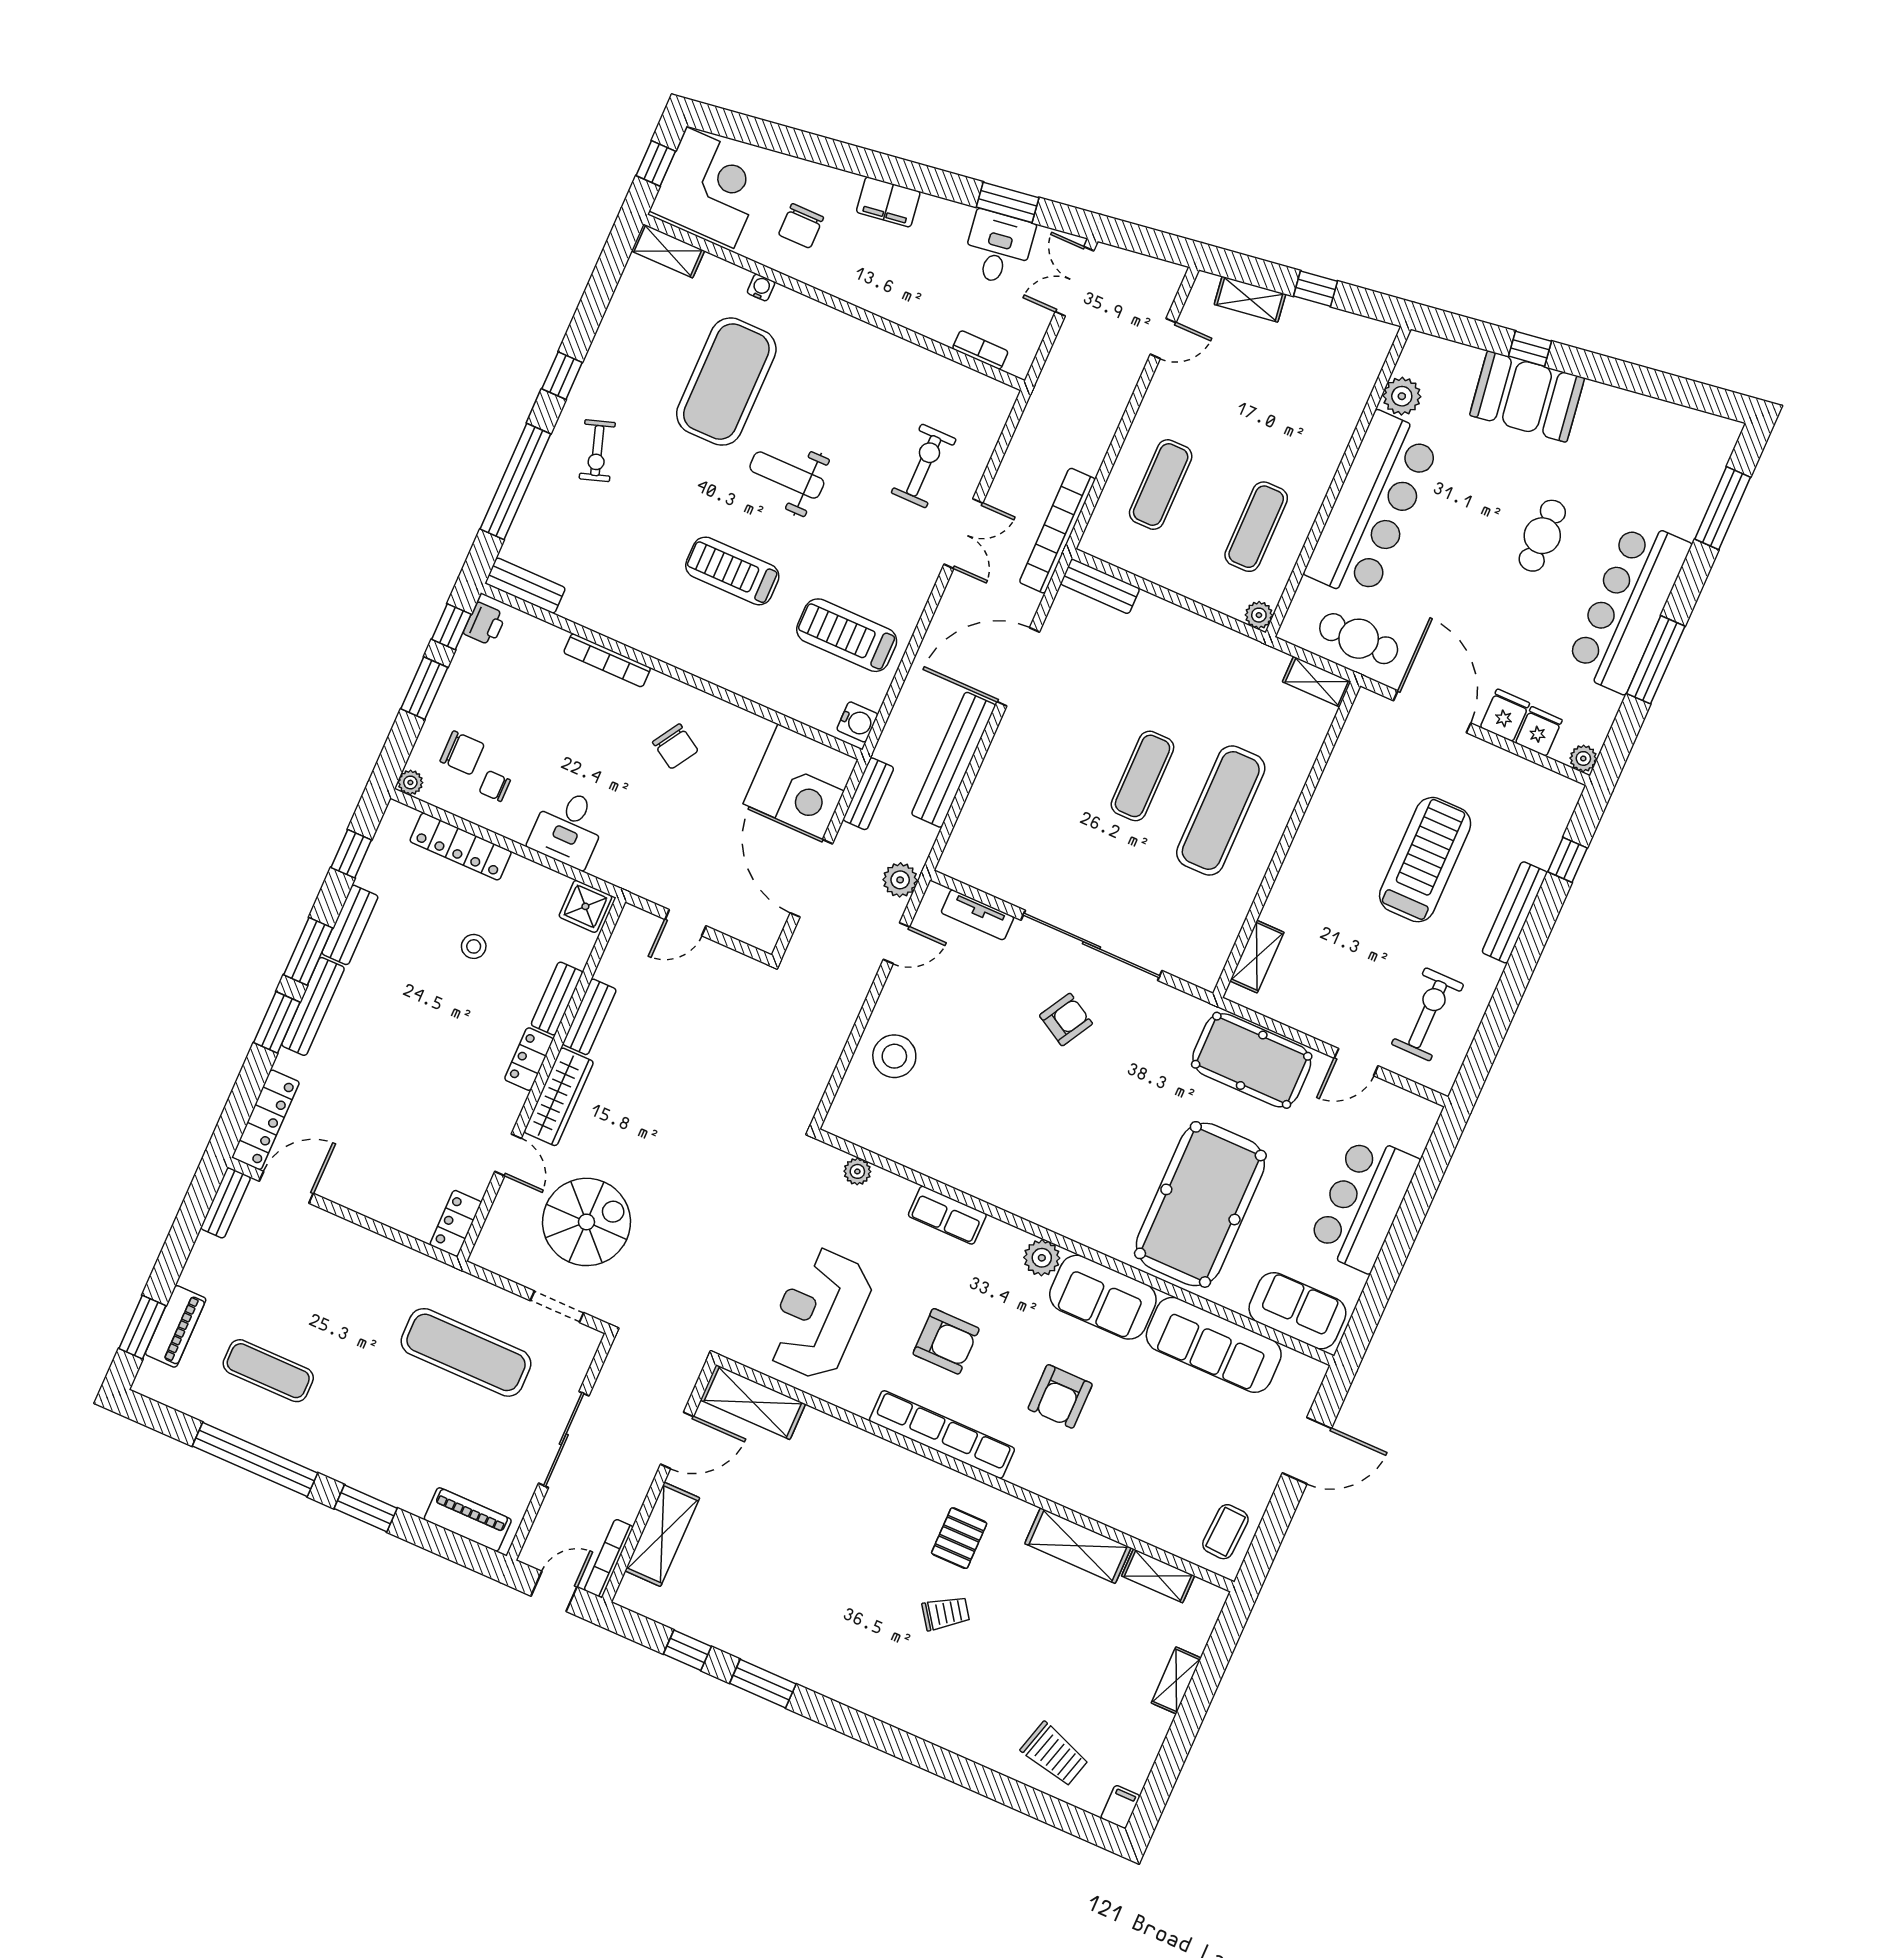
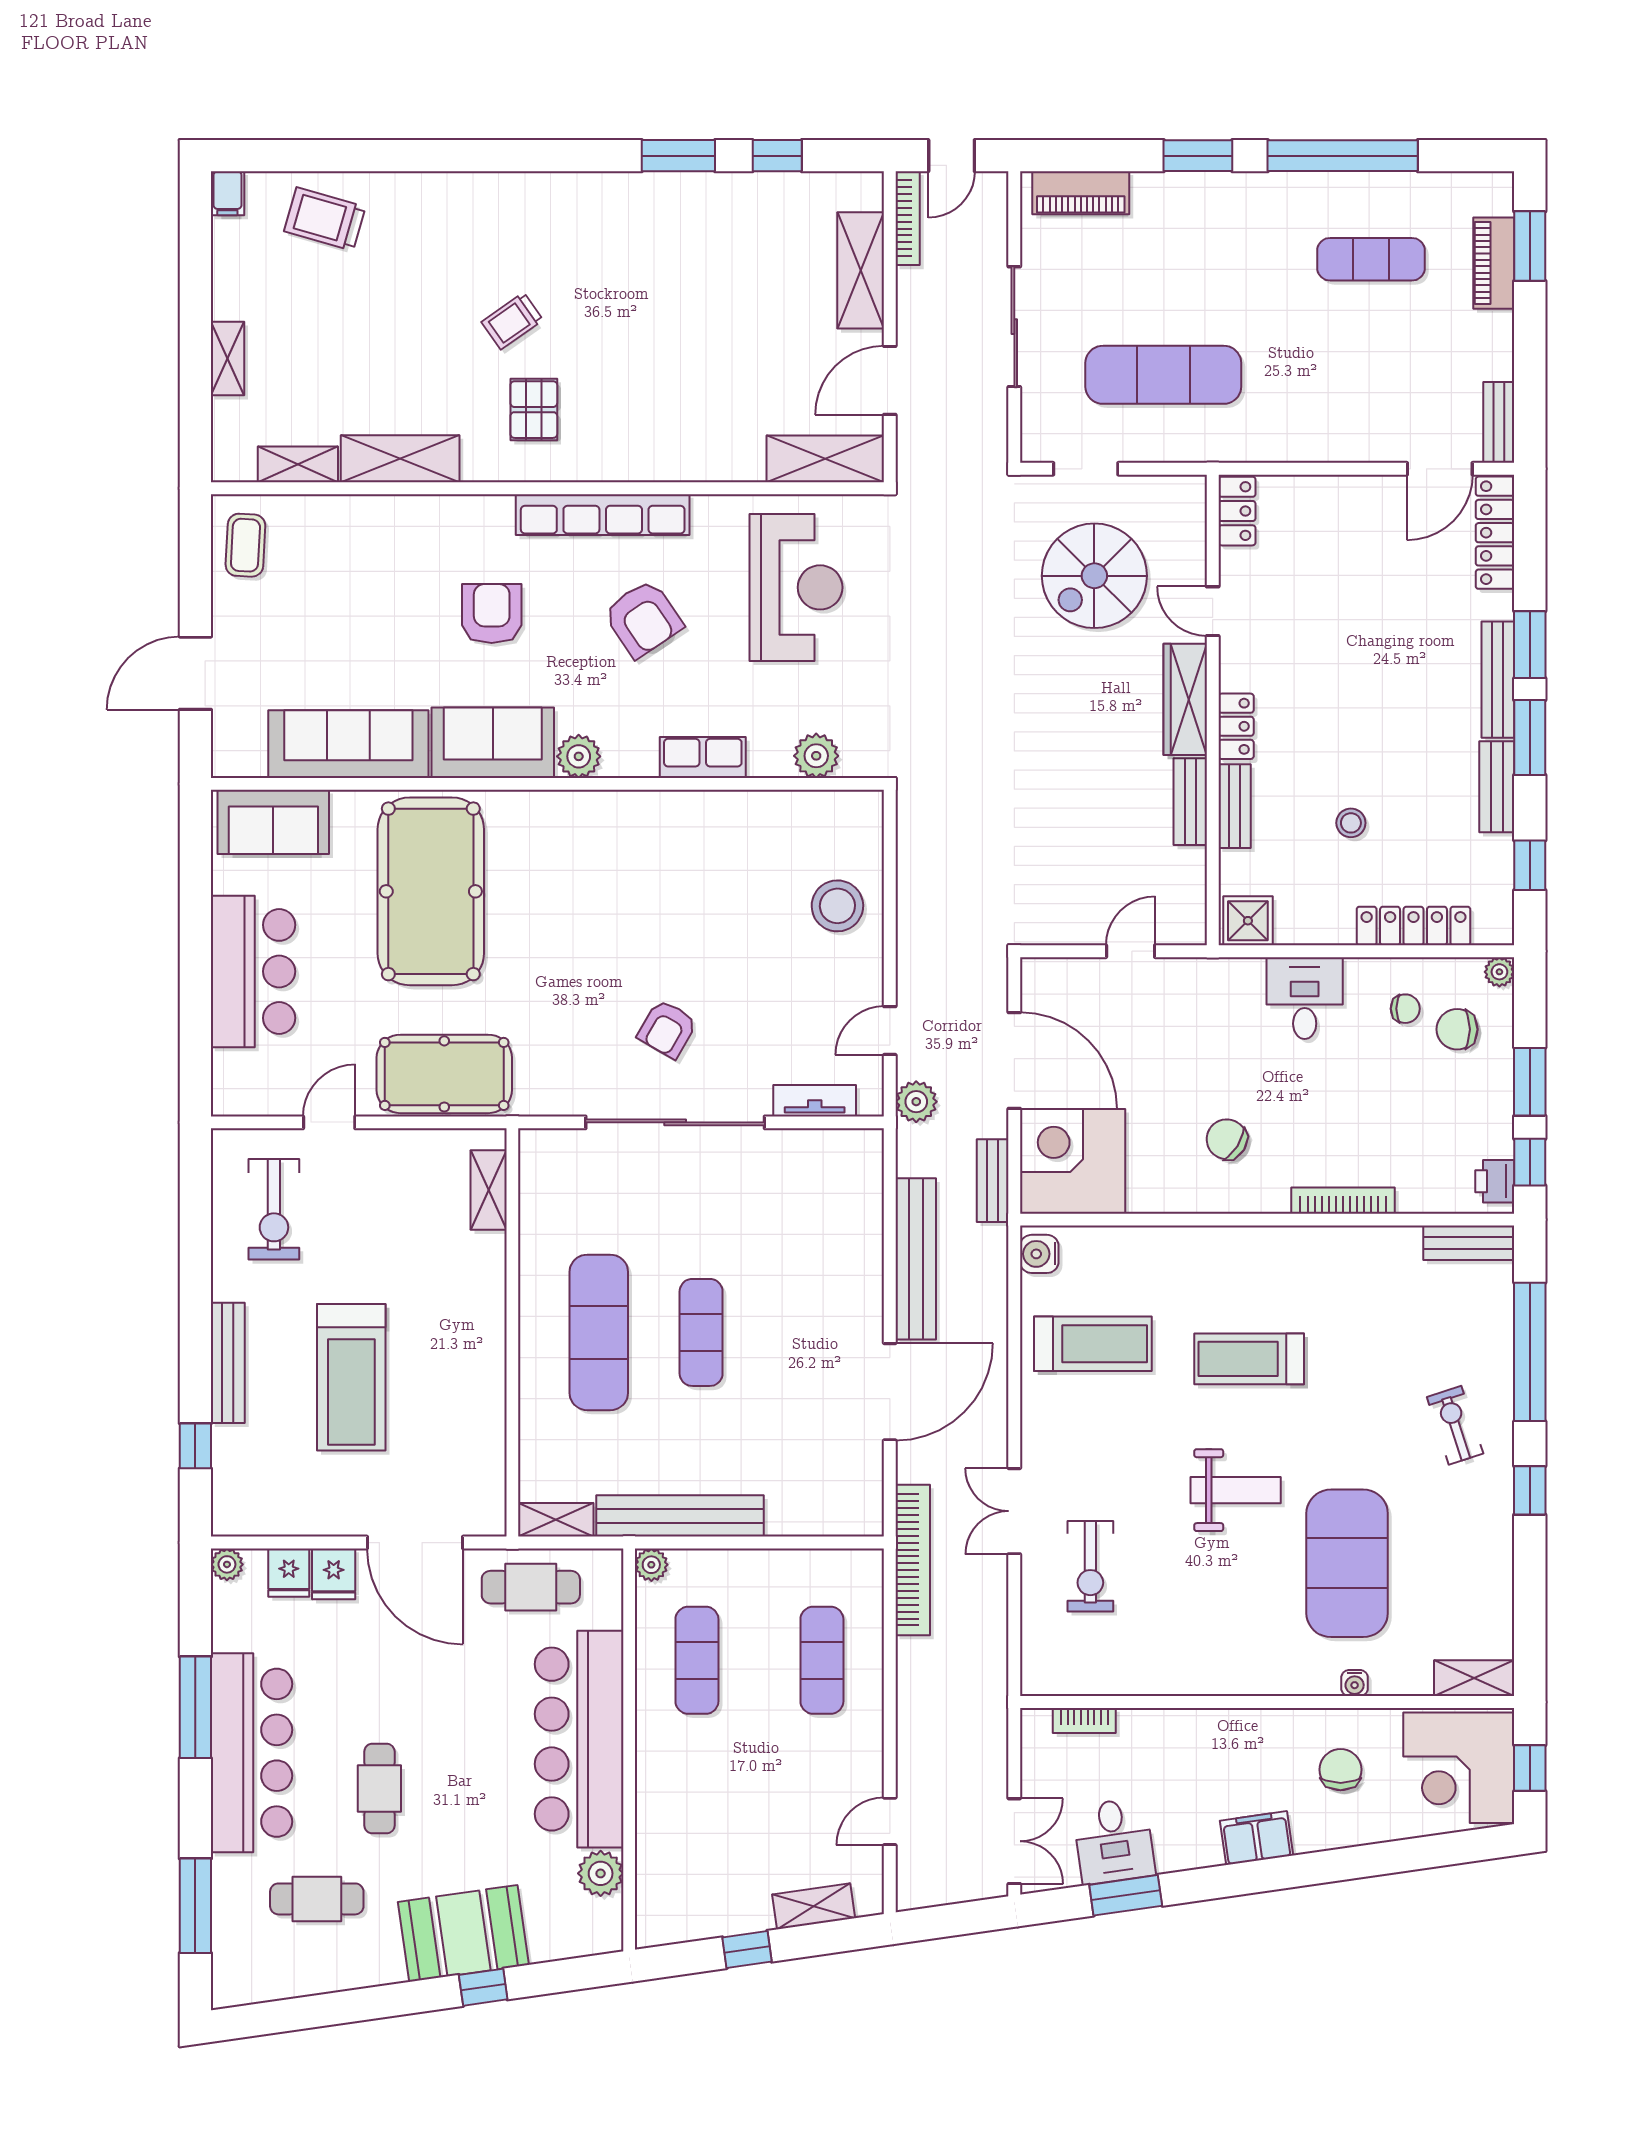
cafe table: (1627, 472) -> (317, 1899), added
treadmill: (732, 571) -> (1249, 1359), turned 180
bench: (1100, 586) -> (680, 1516), moved, width x1.86, depth x1.21
plant: (857, 1171) -> (816, 756), width x1.38, depth x1.38
armchair: (946, 1341) -> (643, 619), turned -124

